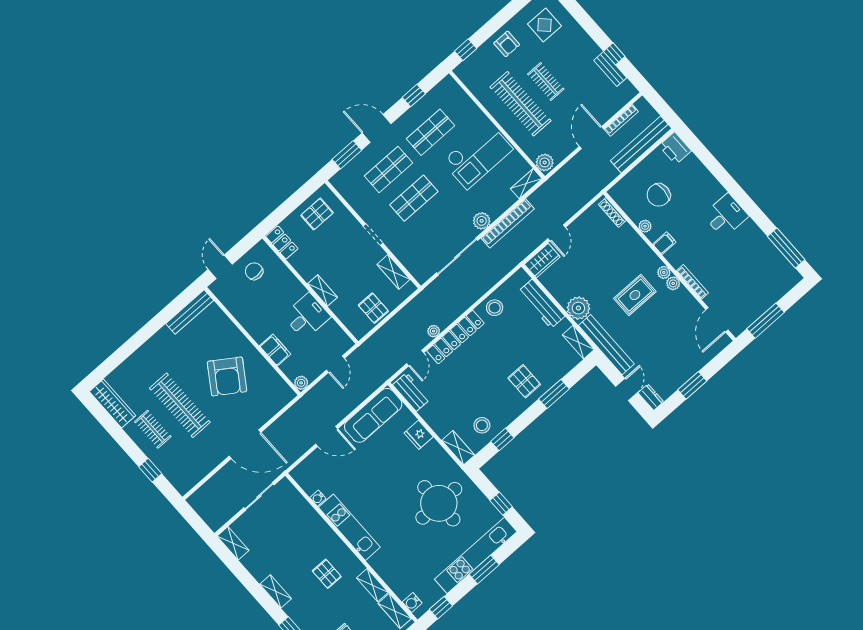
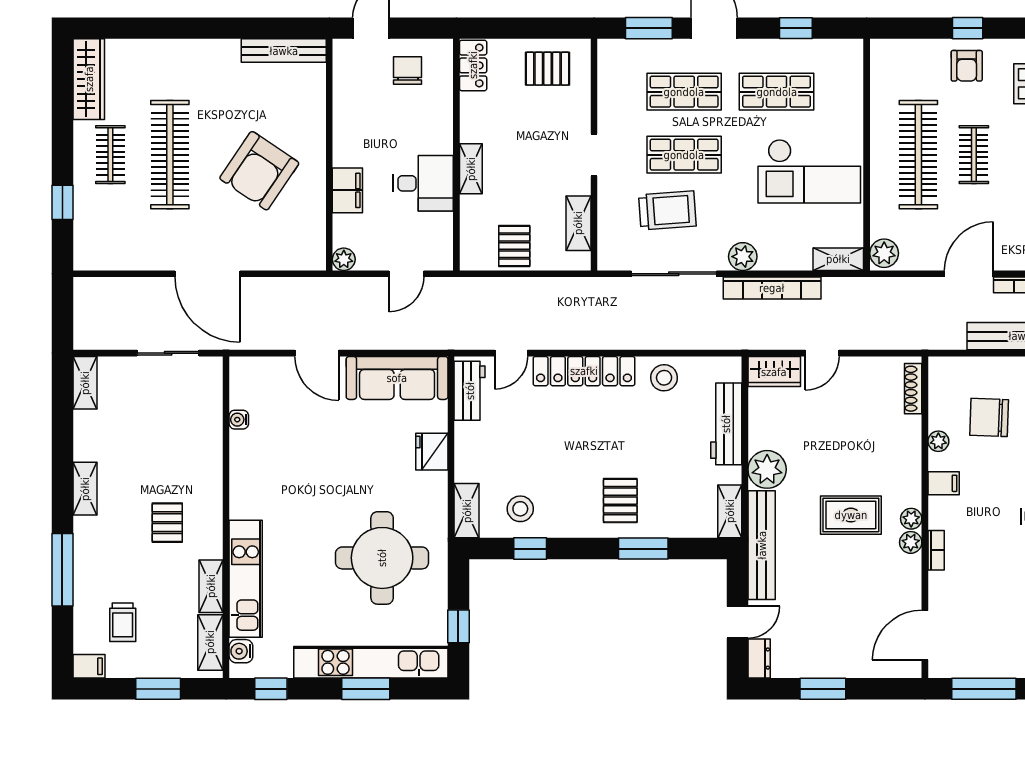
window: (466, 50) -> (968, 28), moved
trolley: (429, 230) -> (667, 210), added
bookcase: (692, 282) -> (936, 550), width x0.64
plant: (434, 331) -> (563, 340), removed
kitchen unit: (349, 527) -> (246, 579), moved

